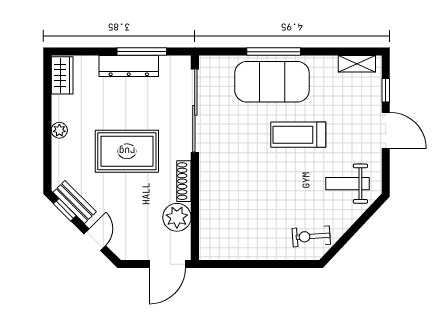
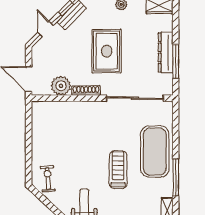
window: (274, 52) -> (176, 178), moved
door: (95, 240) -> (45, 29), swing flipped

